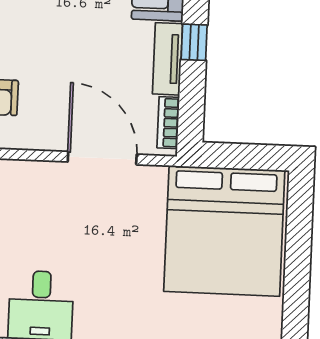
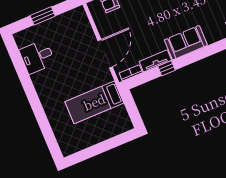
bed: (224, 231) -> (94, 102), width x0.49

